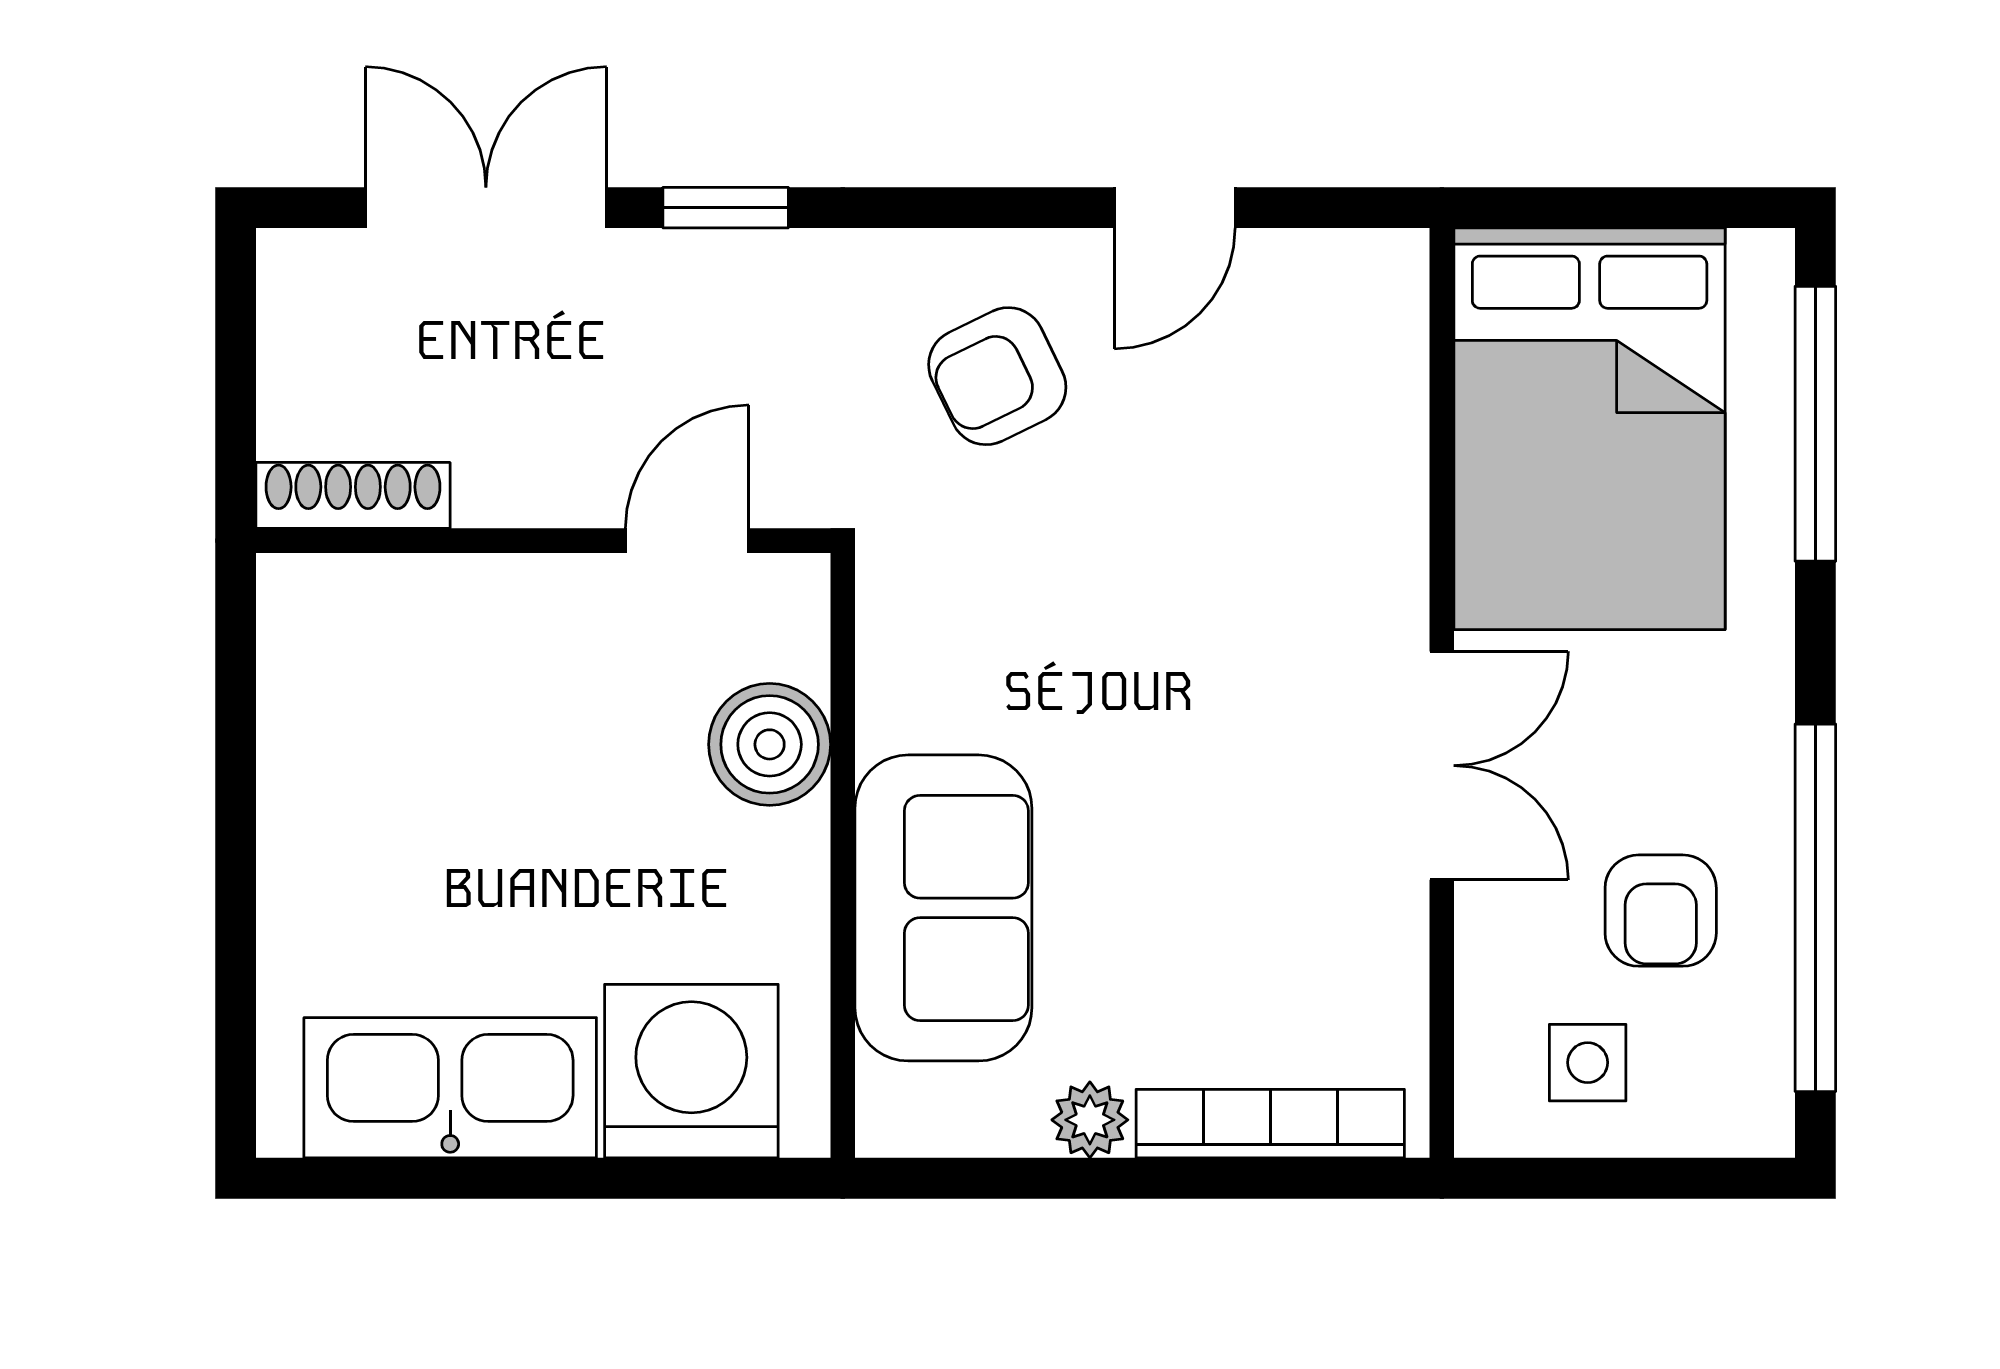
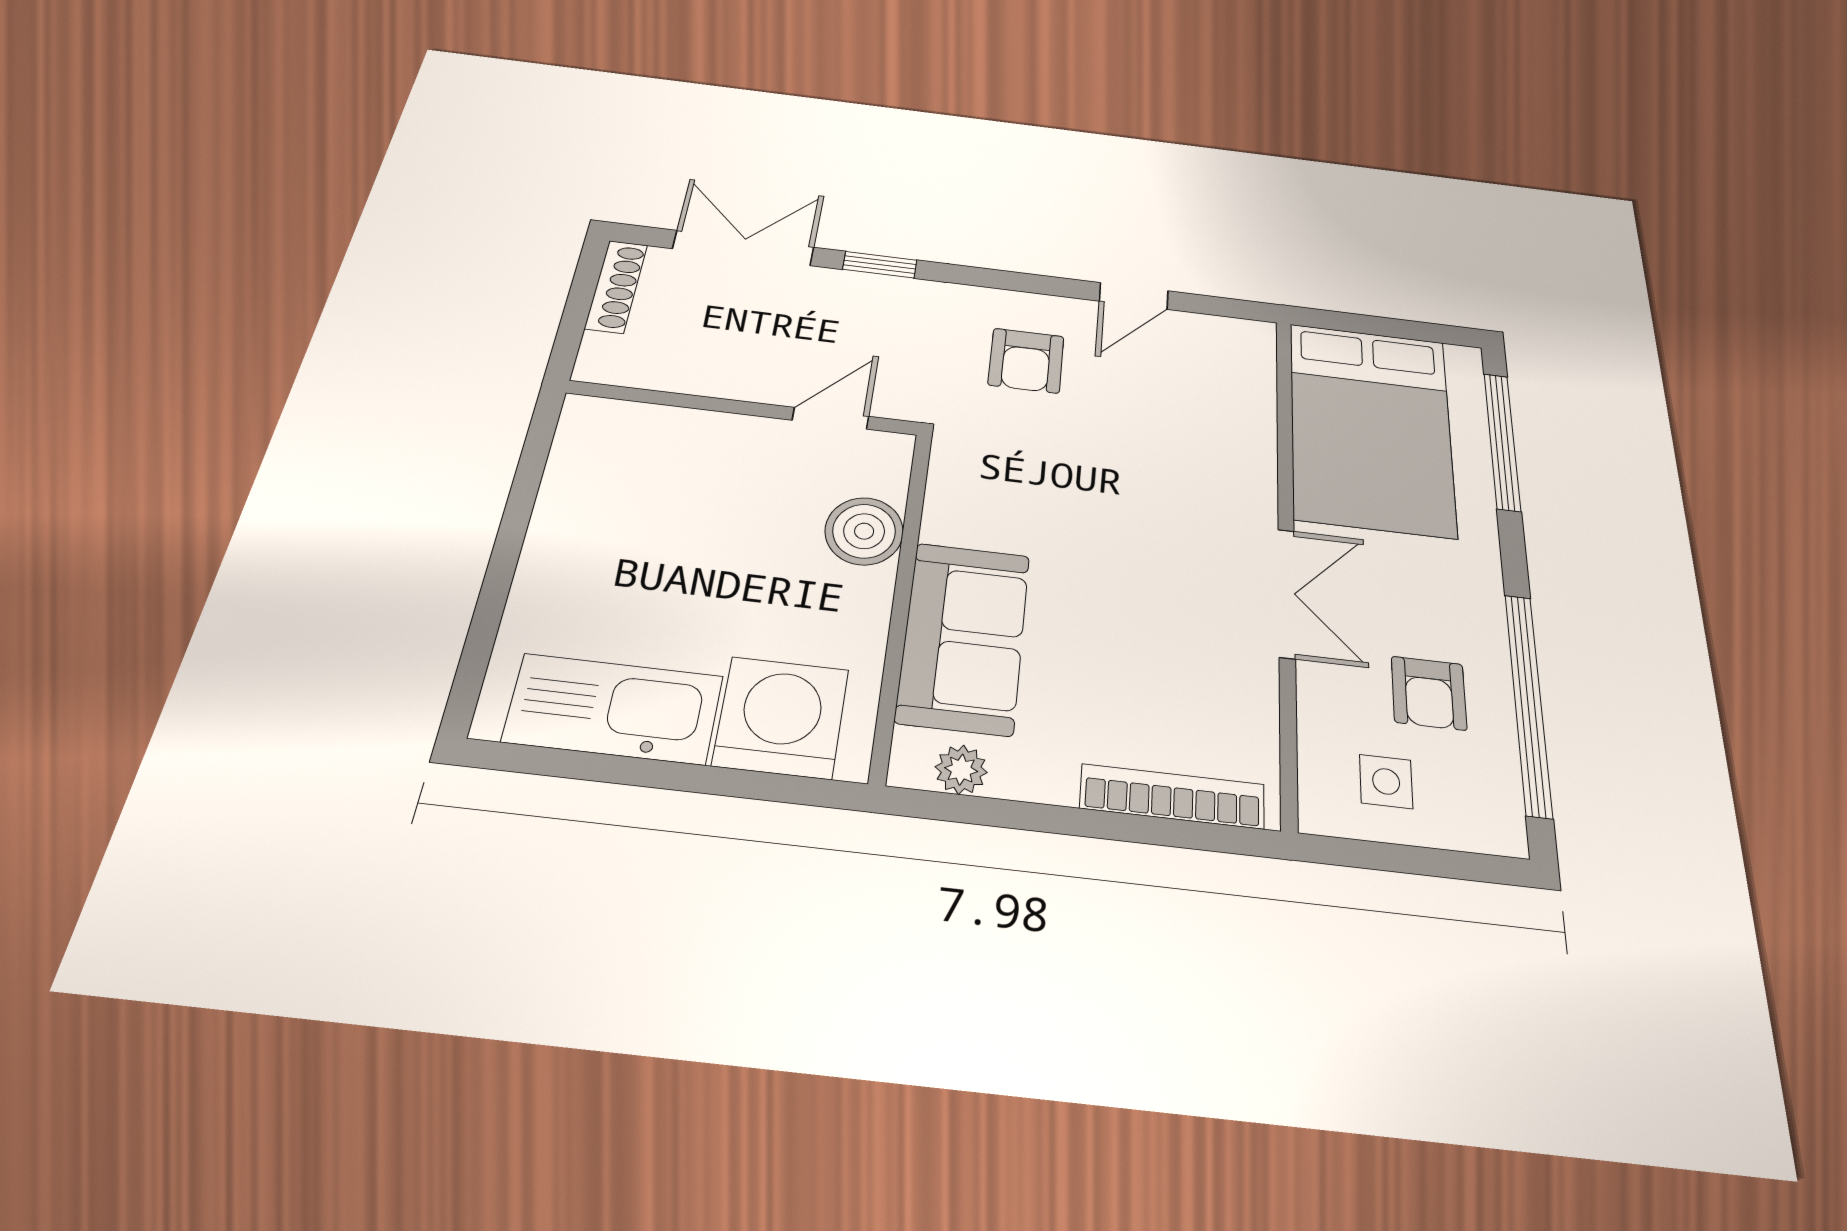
armchair: (997, 376) -> (1026, 361), turned -64
shoe rack: (353, 495) -> (616, 286), moved, turned 90
plant: (1090, 1120) -> (961, 770), moved

